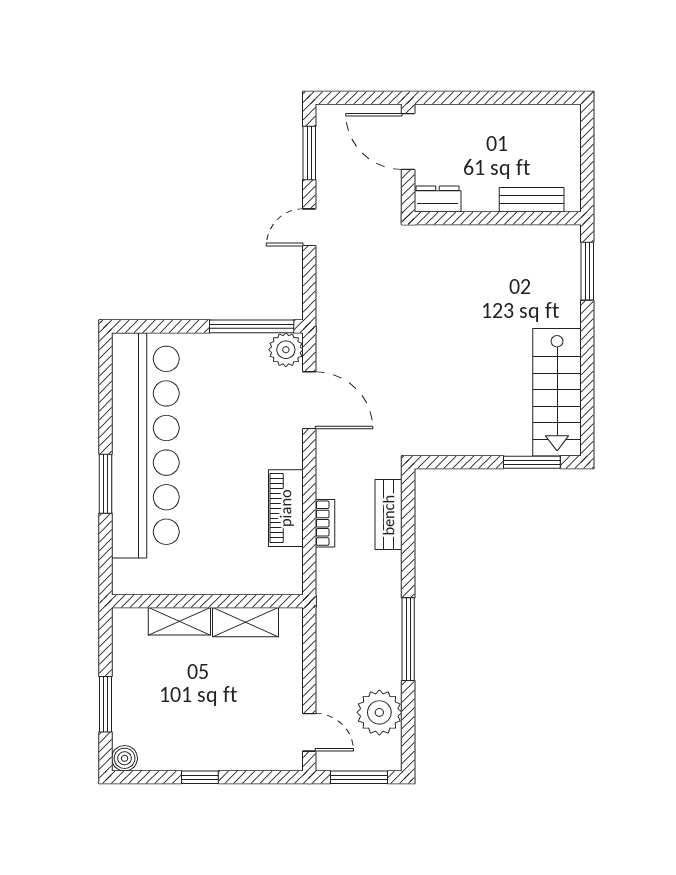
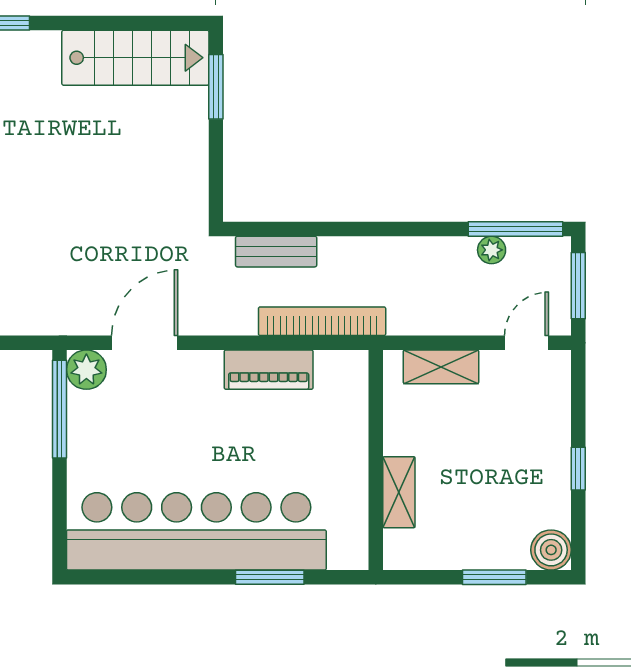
window: (105, 484) -> (270, 577), moved
bookcase: (325, 523) -> (322, 321), width x2.31, depth x1.31
shelving: (246, 622) -> (441, 367), moved, turned 90
window: (408, 639) -> (515, 229), moved
plant: (379, 712) -> (492, 250), width x0.53, depth x0.53
boiler: (125, 758) -> (551, 550), width x1.36, depth x1.36

